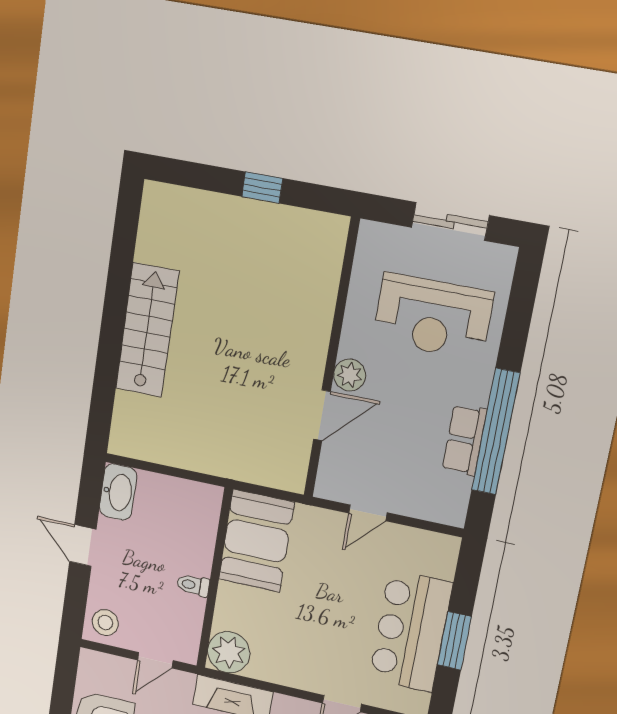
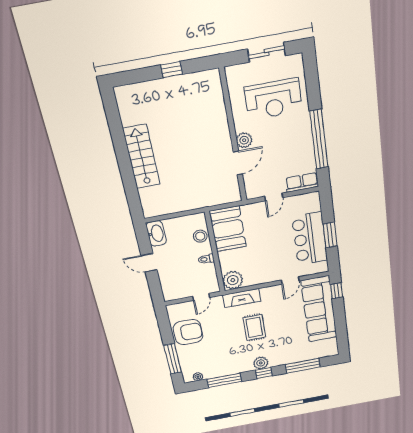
row of seats: (464, 440) -> (302, 182), moved, turned 90
stool: (105, 623) -> (200, 236), moved

